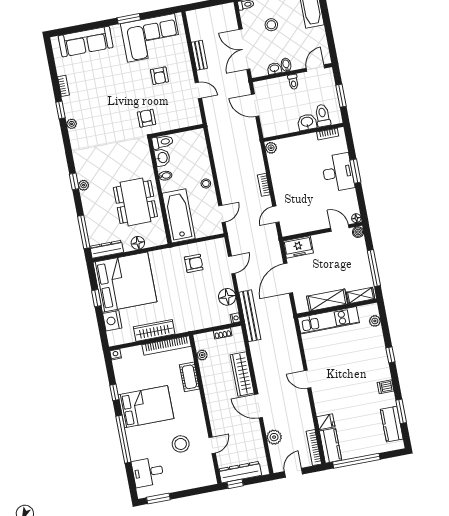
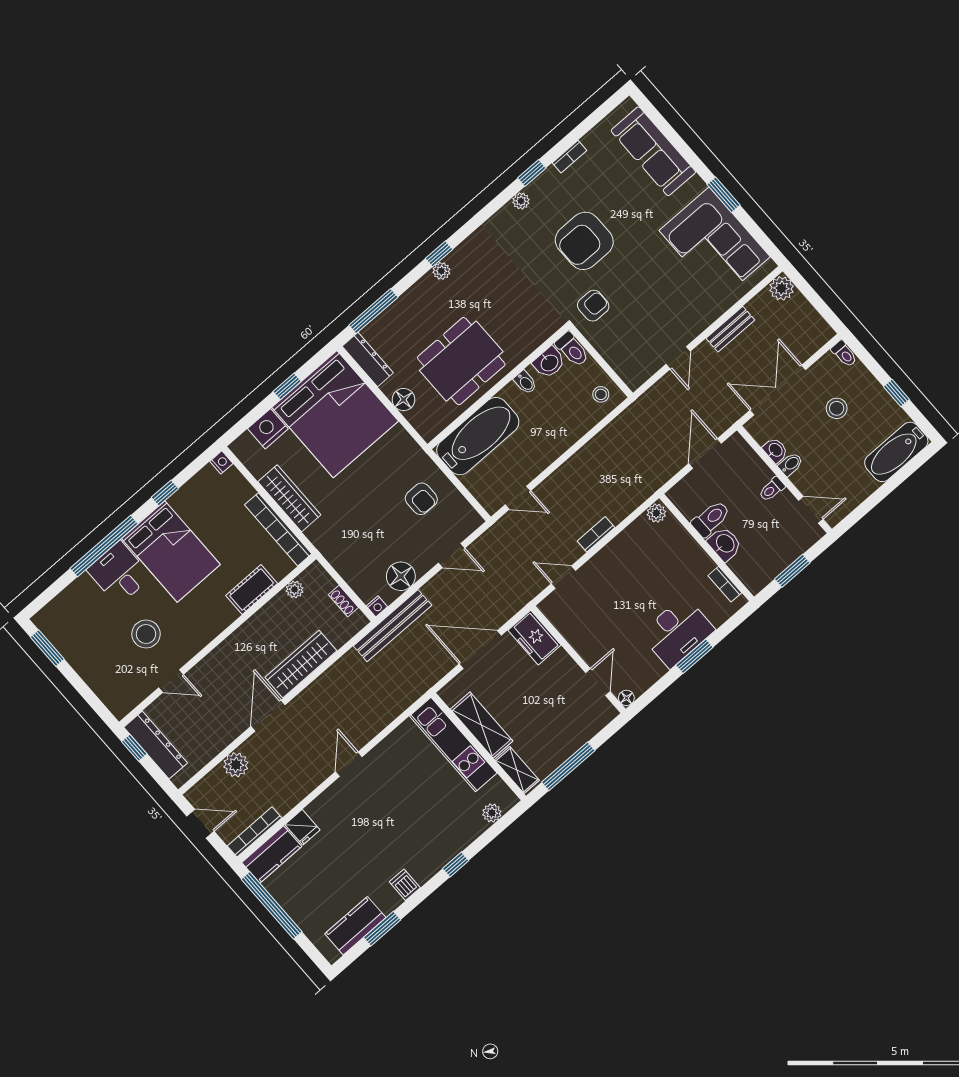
plant: (194, 17) -> (782, 288), added
armchair: (159, 76) -> (584, 241), moved, width x1.88, depth x1.88
toilet: (323, 116) -> (711, 519), moved
stool: (206, 184) -> (601, 394), moved
boiler: (358, 232) -> (607, 712), removed
desk: (148, 472) -> (119, 573), moved

